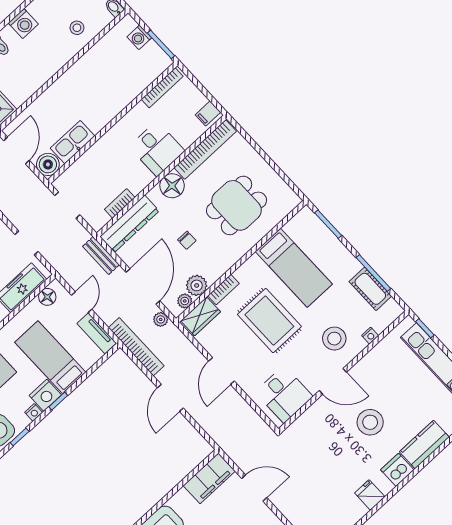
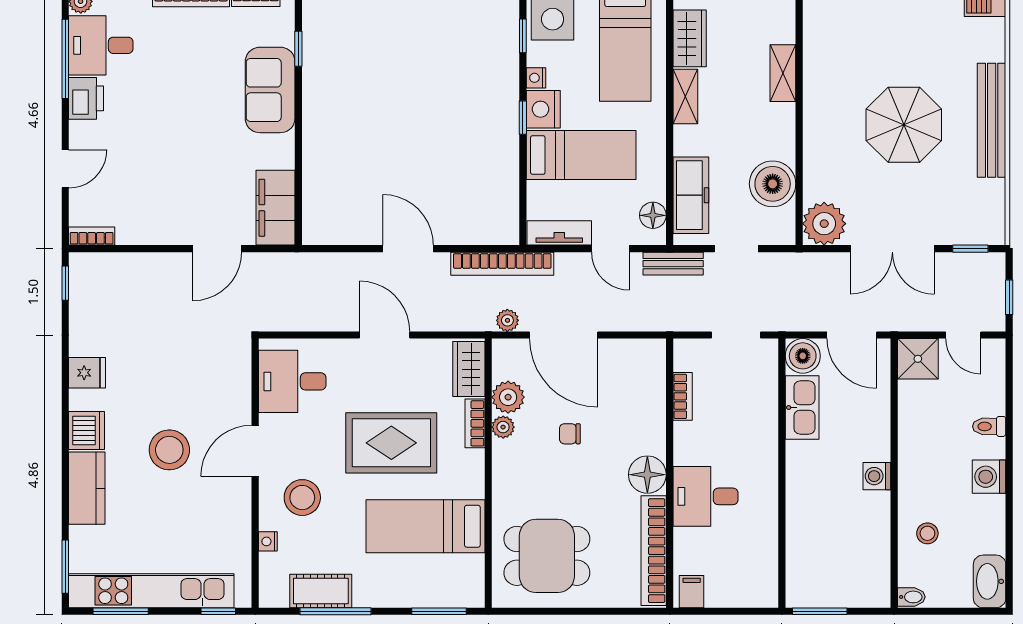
washing machine: (139, 37) -> (877, 476), moved, turned -90
bookcase: (162, 88) -> (769, 567), removed
dining table: (237, 205) -> (547, 556), moved, turned 90
dresser: (129, 224) -> (649, 386), removed
bench: (101, 256) -> (673, 264), moved
plant: (185, 301) -> (503, 427), moved

